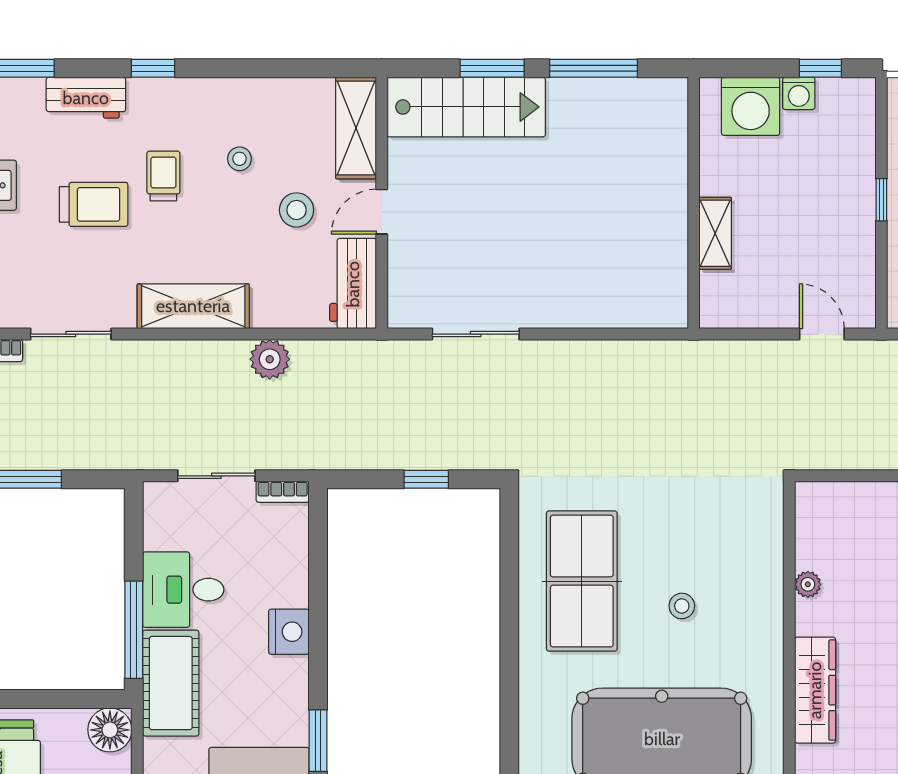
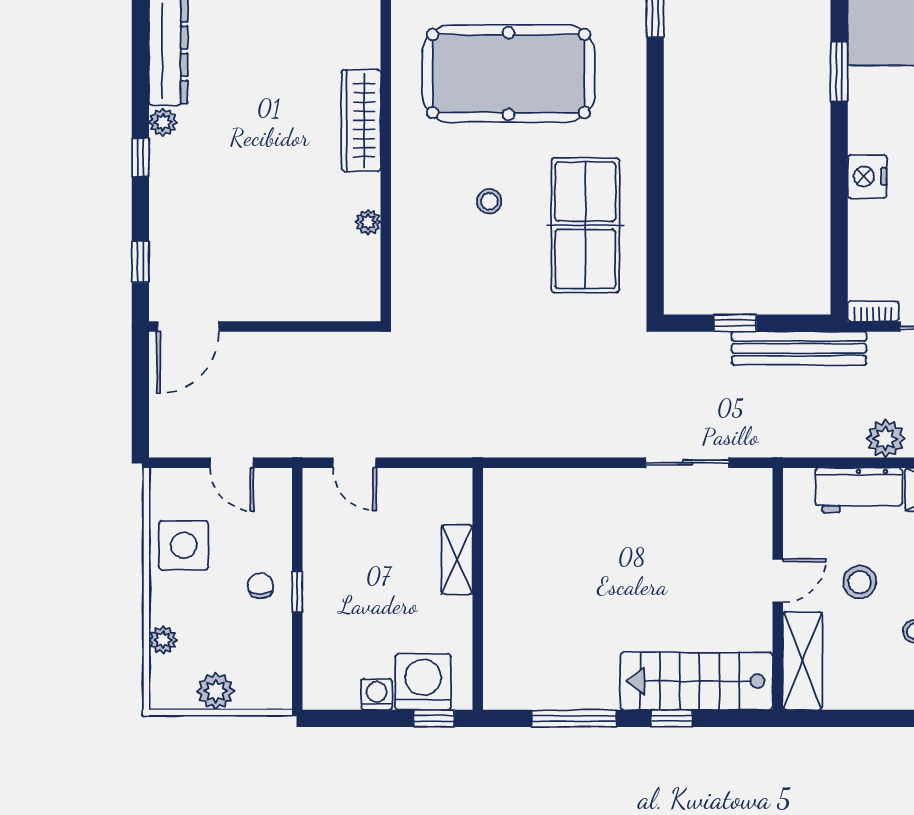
window: (492, 68) -> (672, 718), width x0.67
window: (820, 68) -> (434, 718), moved
workbench: (353, 284) -> (859, 490), moved, turned 90
bench: (360, 453) -> (799, 348), added

